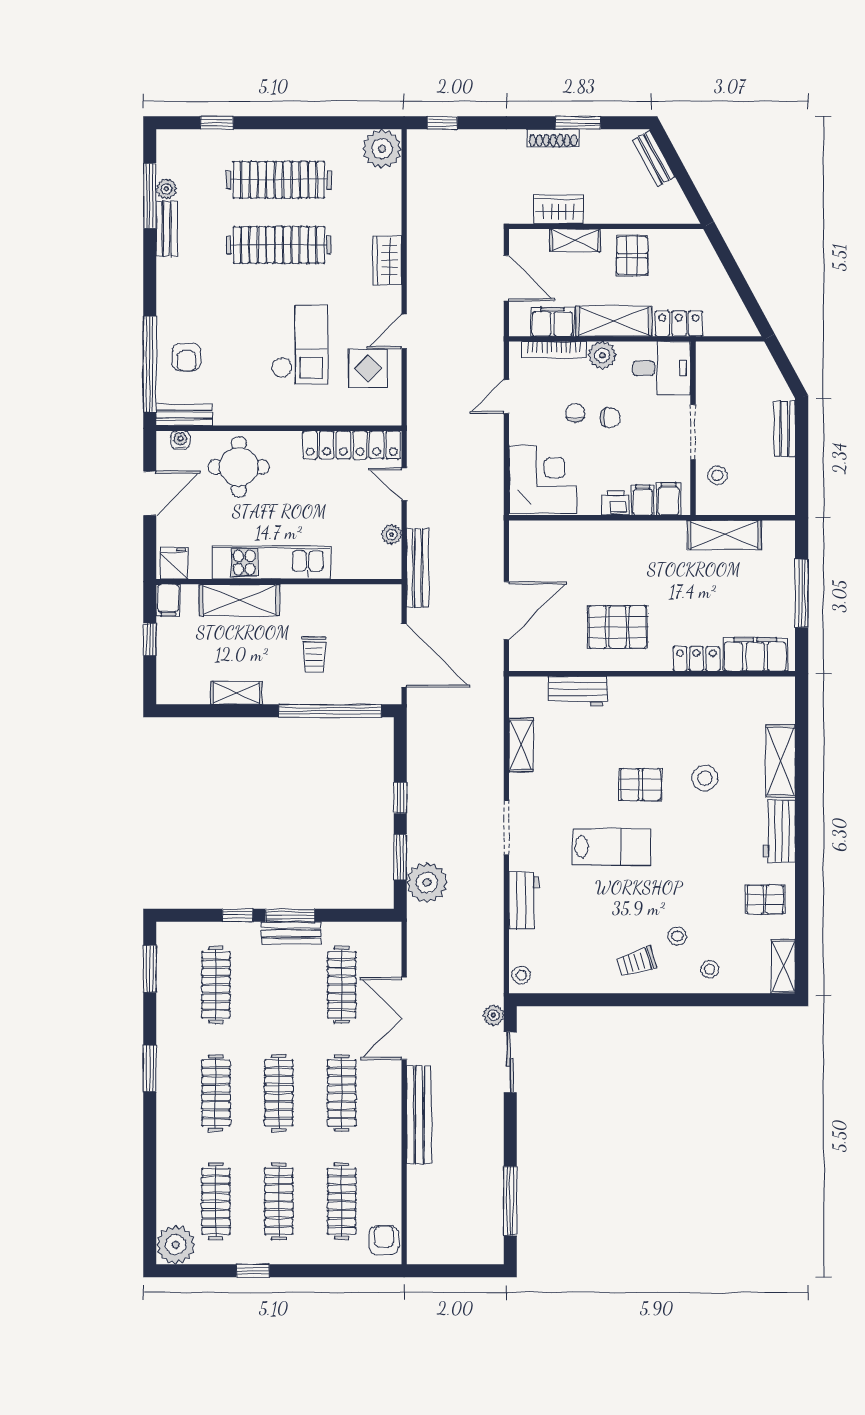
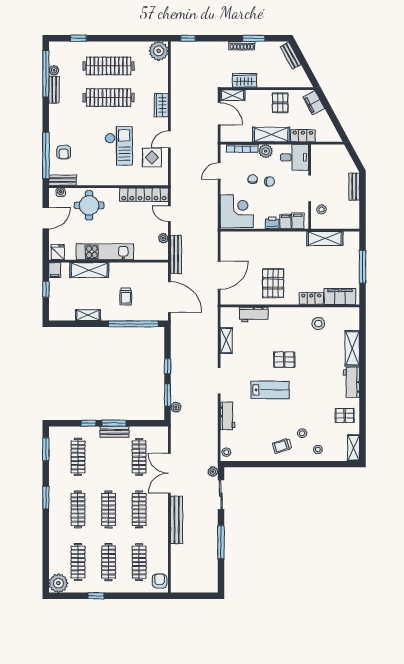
window: (150, 196) -> (46, 74), width x1.46
shelving: (575, 240) -> (233, 95), moved
filing cabinet: (552, 322) -> (314, 103), moved, turned -118
pallet: (618, 627) -> (273, 283), turned 90
stool: (705, 778) -> (318, 324), moved
plant: (427, 883) -> (176, 407), width x0.53, depth x0.53
window: (510, 1201) -> (221, 542), moved

